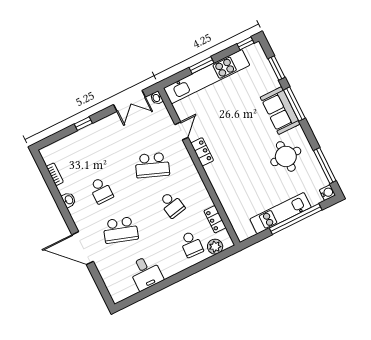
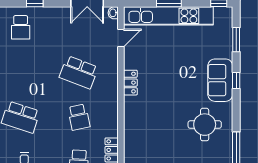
window: (294, 104) -> (236, 81), width x0.46
door: (181, 131) -> (121, 38), moved
school desk: (101, 190) -> (21, 27), moved

